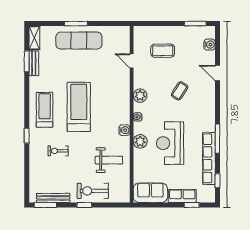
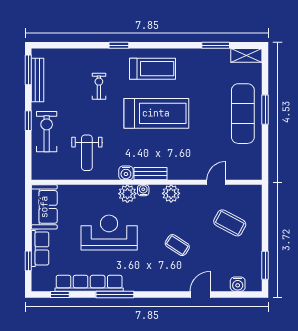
coffee table: (163, 51) -> (230, 223), turned -62
bench: (34, 63) -> (151, 174), moved
plant: (140, 141) -> (127, 194), moved

